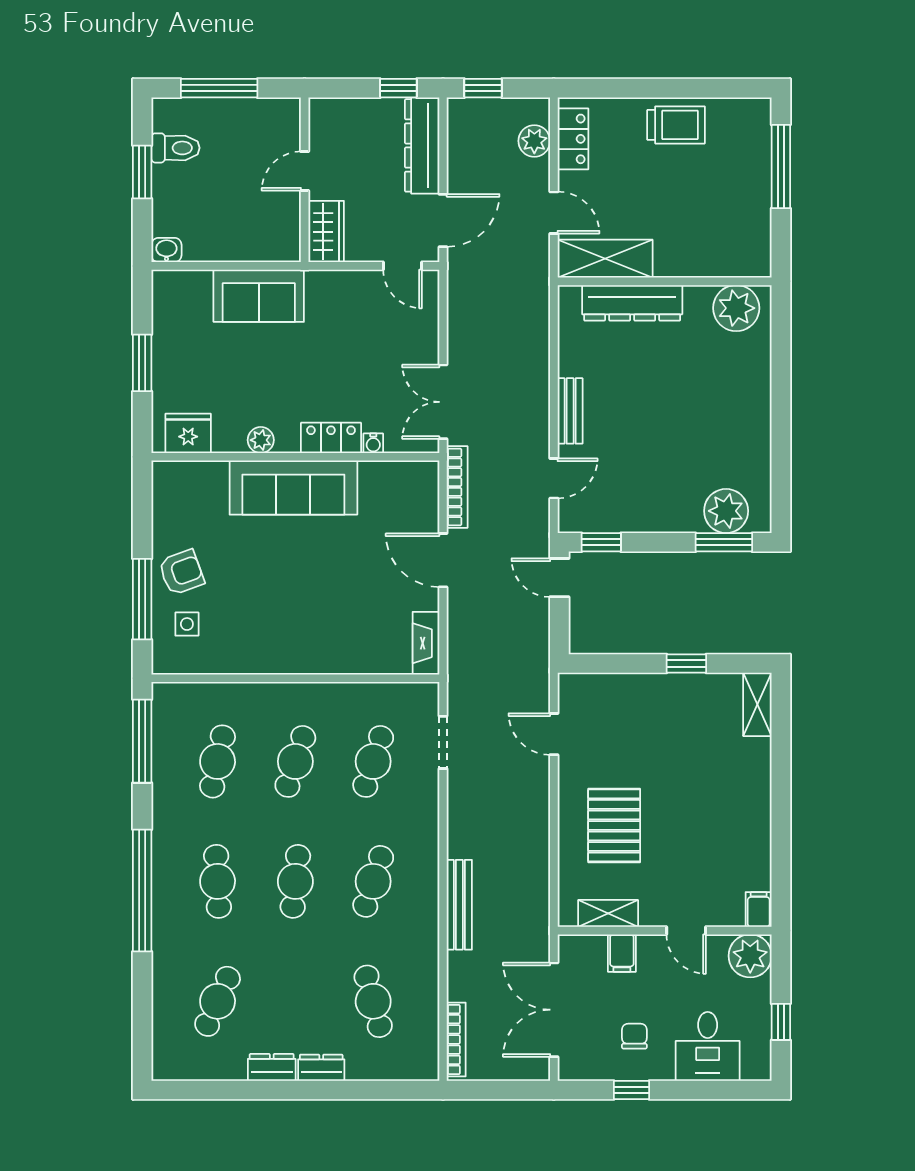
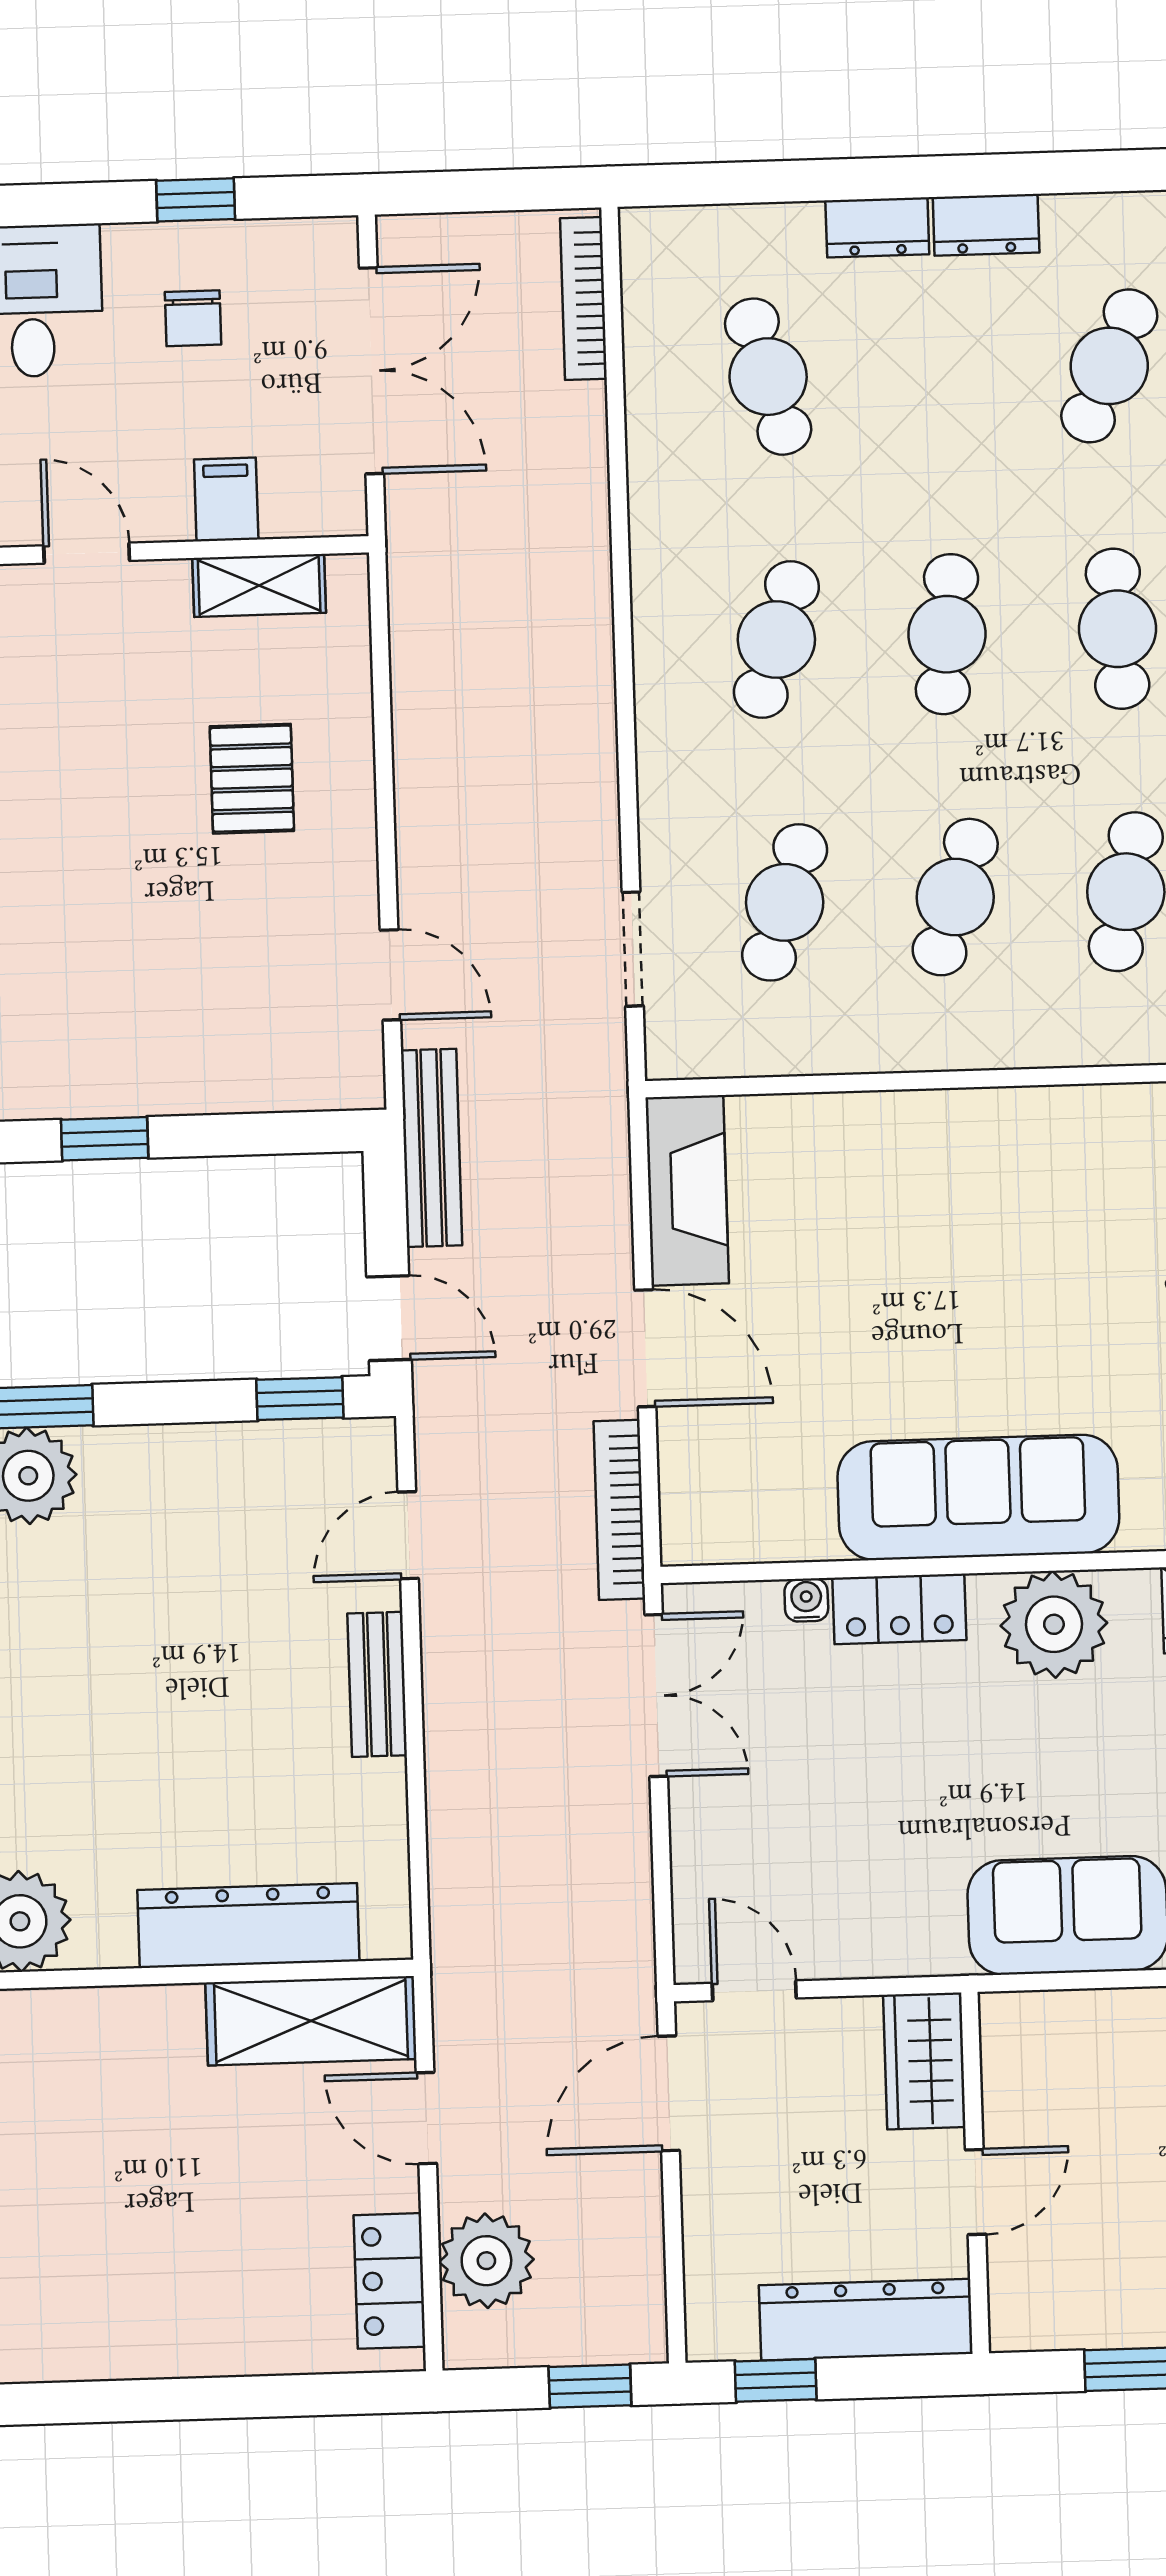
trolley: (676, 125) -> (165, 2319), removed
plant: (534, 141) -> (486, 2261), width x1.36, depth x1.36
dresser: (422, 145) -> (866, 2320), moved, turned -90
plant: (261, 440) -> (1054, 1624), width x1.87, depth x1.87
fireplace: (426, 643) -> (687, 1190), width x1.37, depth x1.32
pallet: (614, 825) -> (252, 779), width x0.67, depth x0.71
bench: (459, 905) -> (432, 1148), moved

